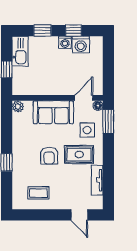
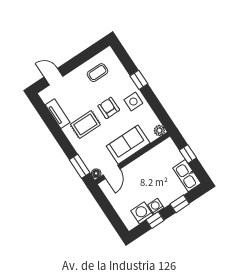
side table: (87, 130) -> (133, 102), moved

